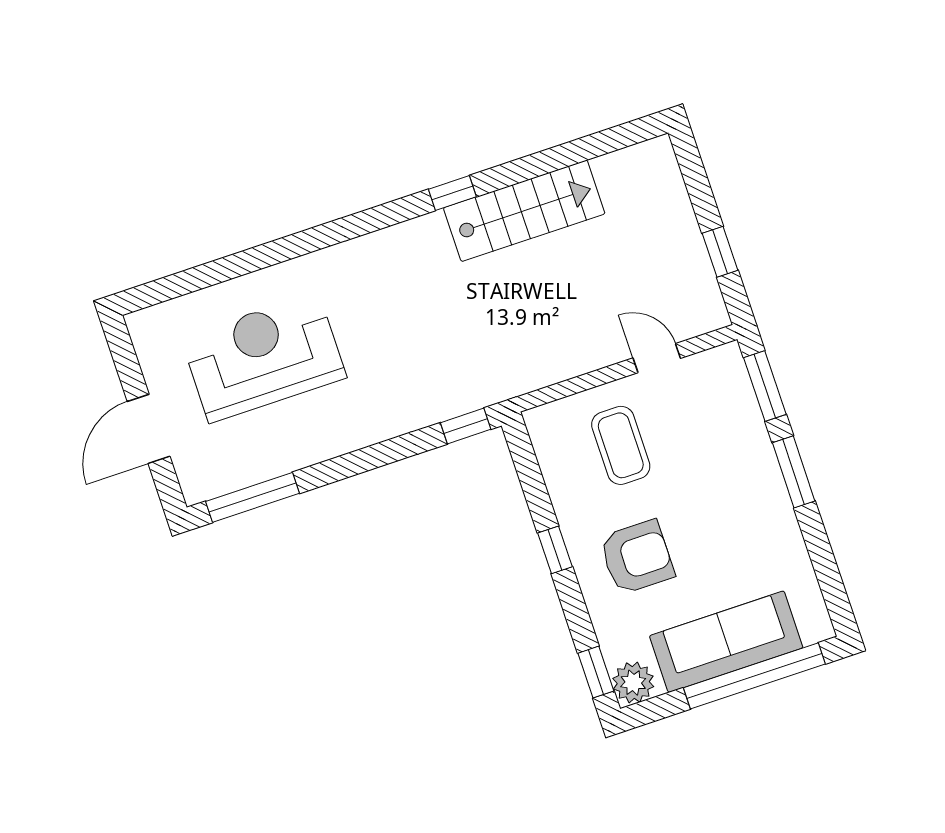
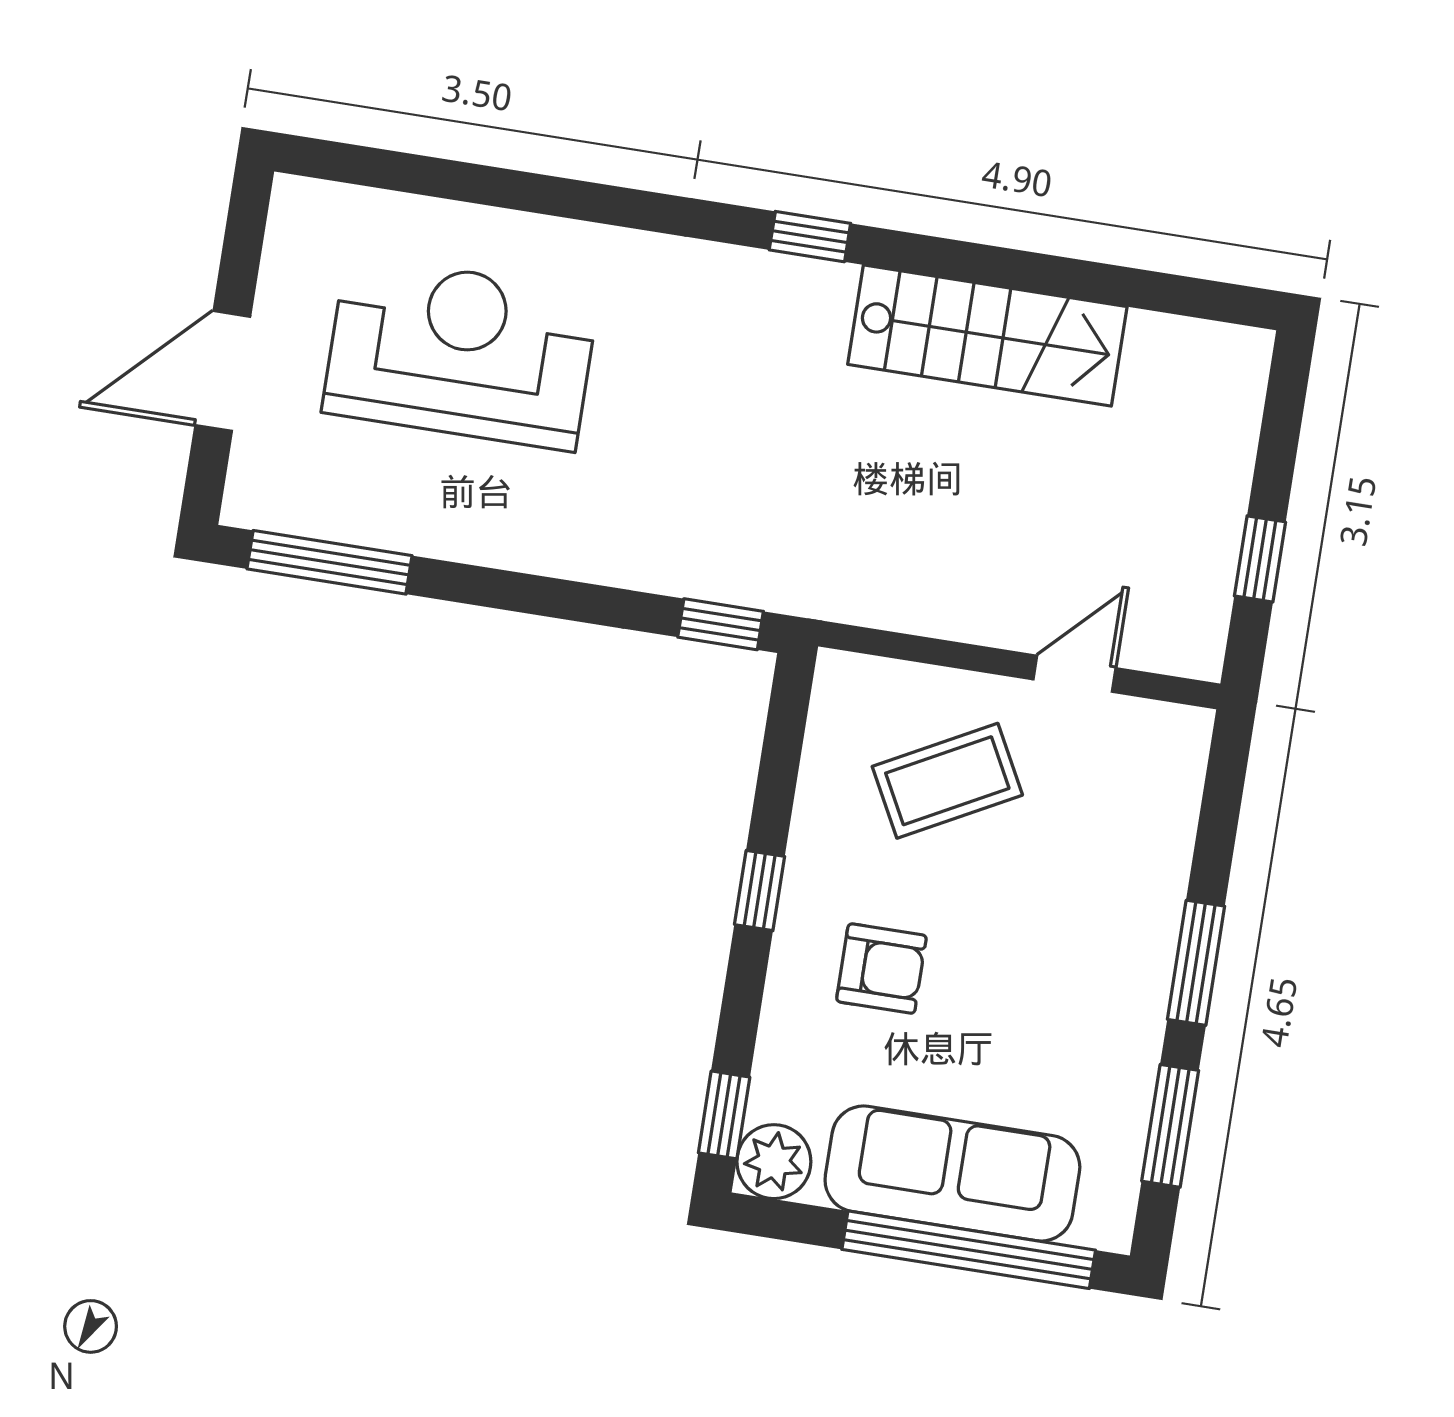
window: (452, 193) -> (810, 237), moved
door: (657, 358) -> (1075, 674), hinge flipped
window: (765, 386) -> (1170, 1126), moved
coffee table: (621, 445) -> (947, 781), turned 62
armchair: (637, 557) -> (881, 969), width x0.72, depth x0.72

